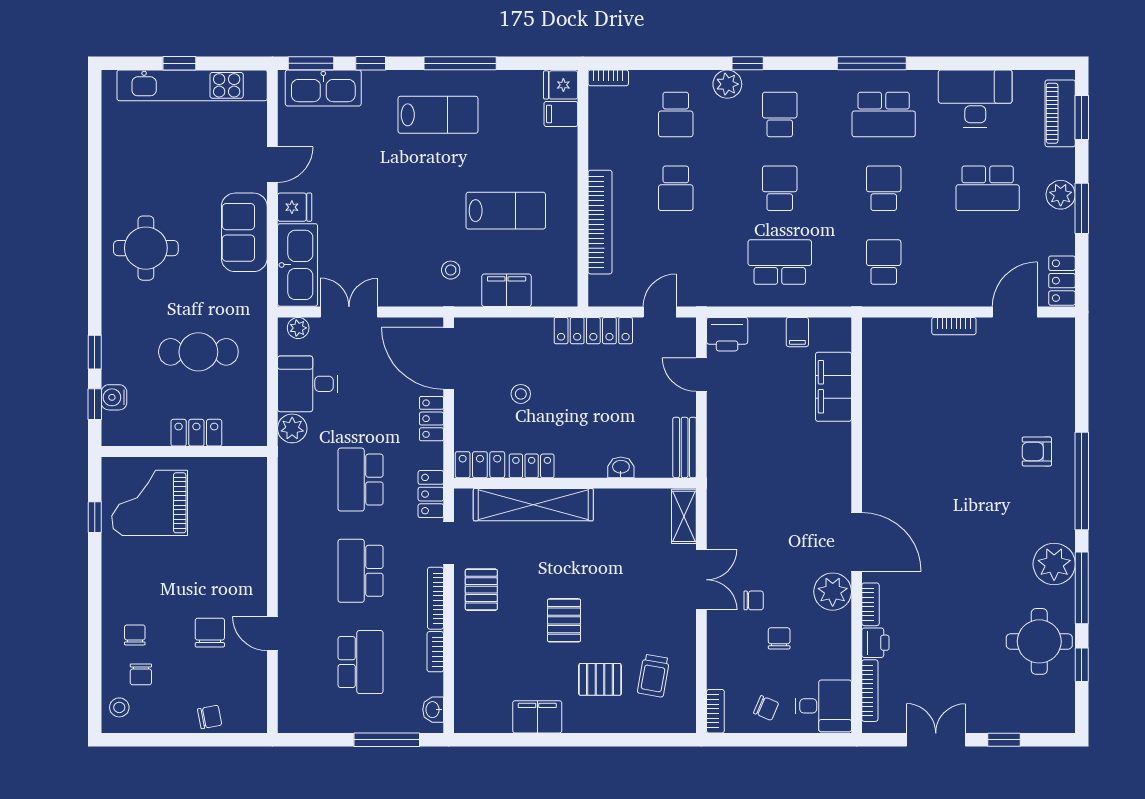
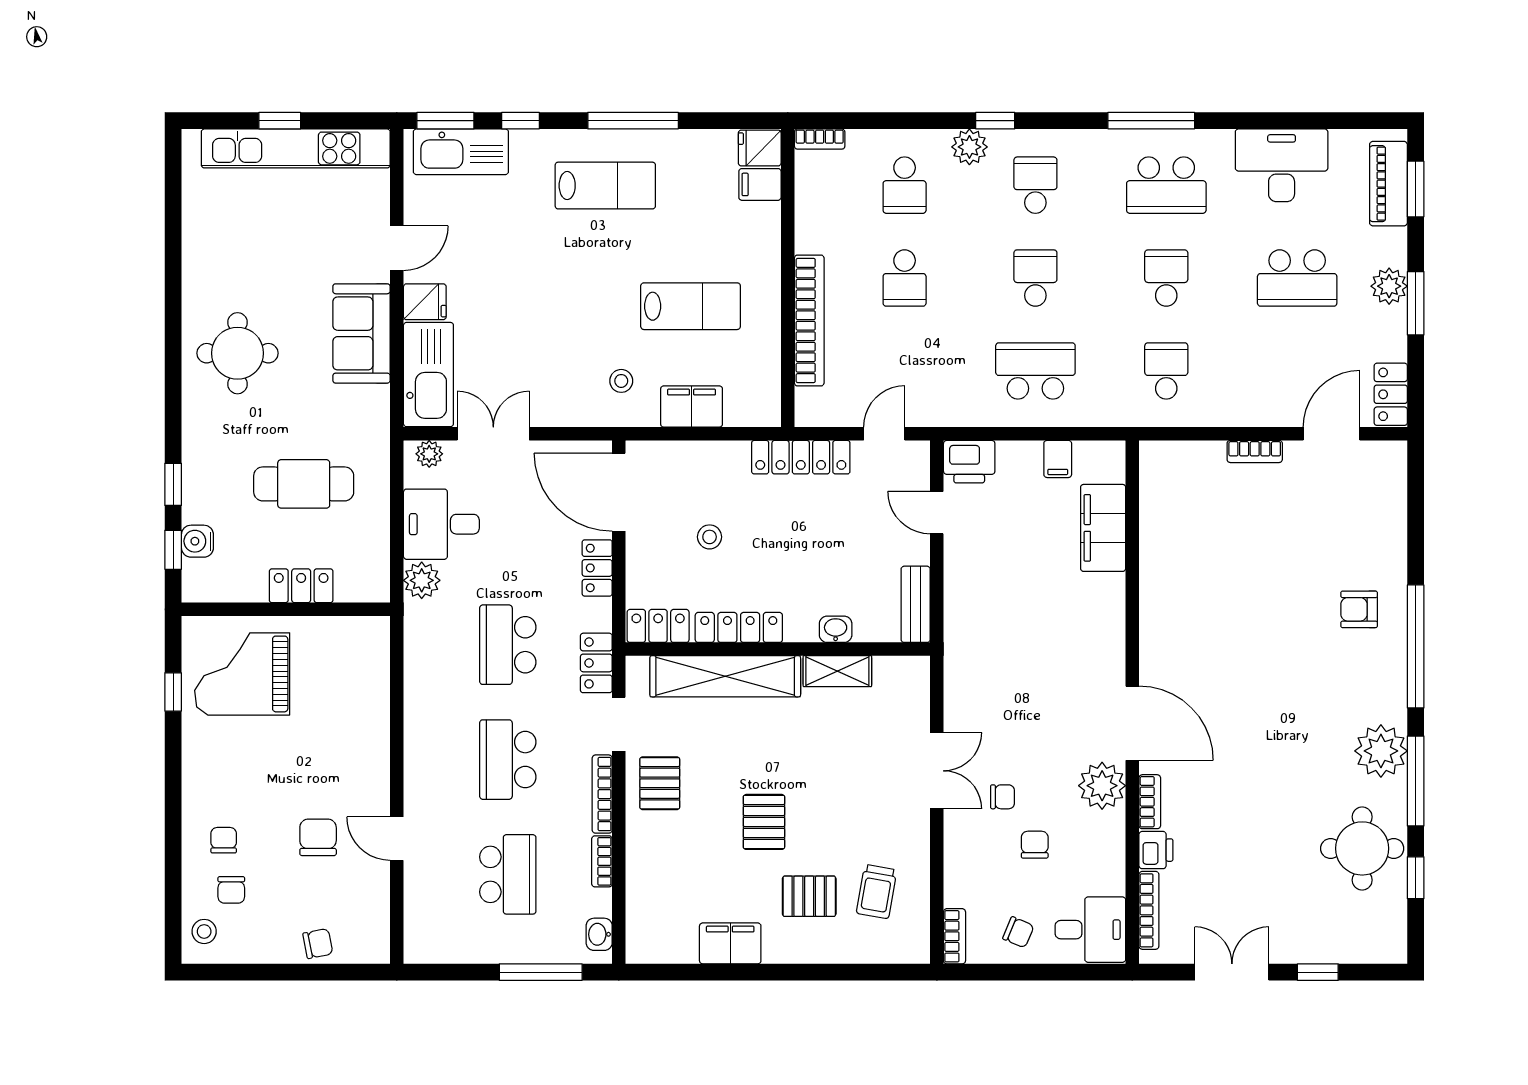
locker: (532, 466) -> (739, 627), width x1.53
shelving: (684, 516) -> (837, 671), moved, turned 90

